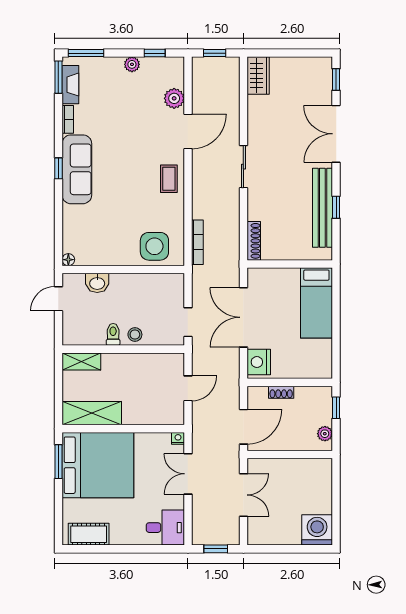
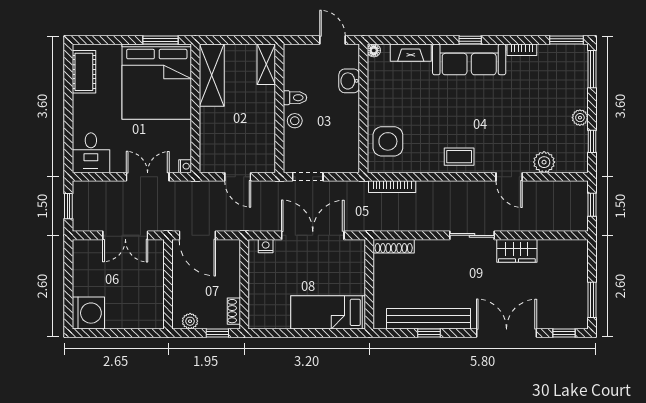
window: (305, 53) -> (592, 300), added
wardrobe: (258, 76) -> (517, 251), moved
fireplace: (70, 85) -> (411, 53), moved
door: (188, 131) -> (509, 177), width x0.73
nightstand: (259, 362) -> (266, 246), width x0.53, depth x0.56
shoe rack: (281, 392) -> (234, 311), moved

